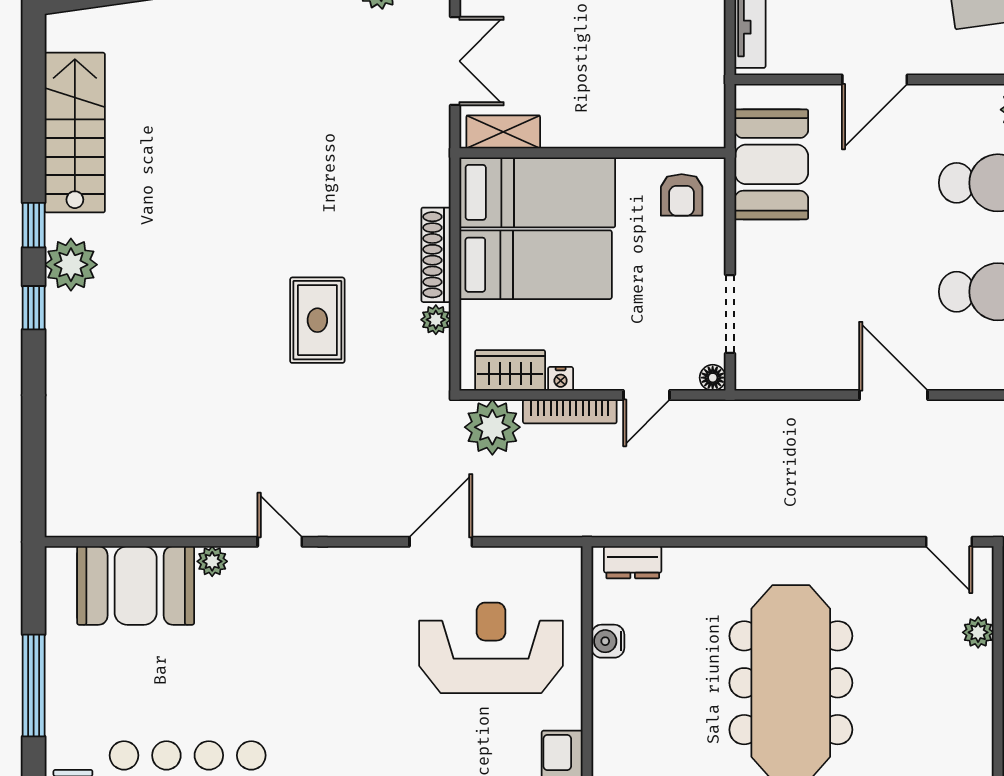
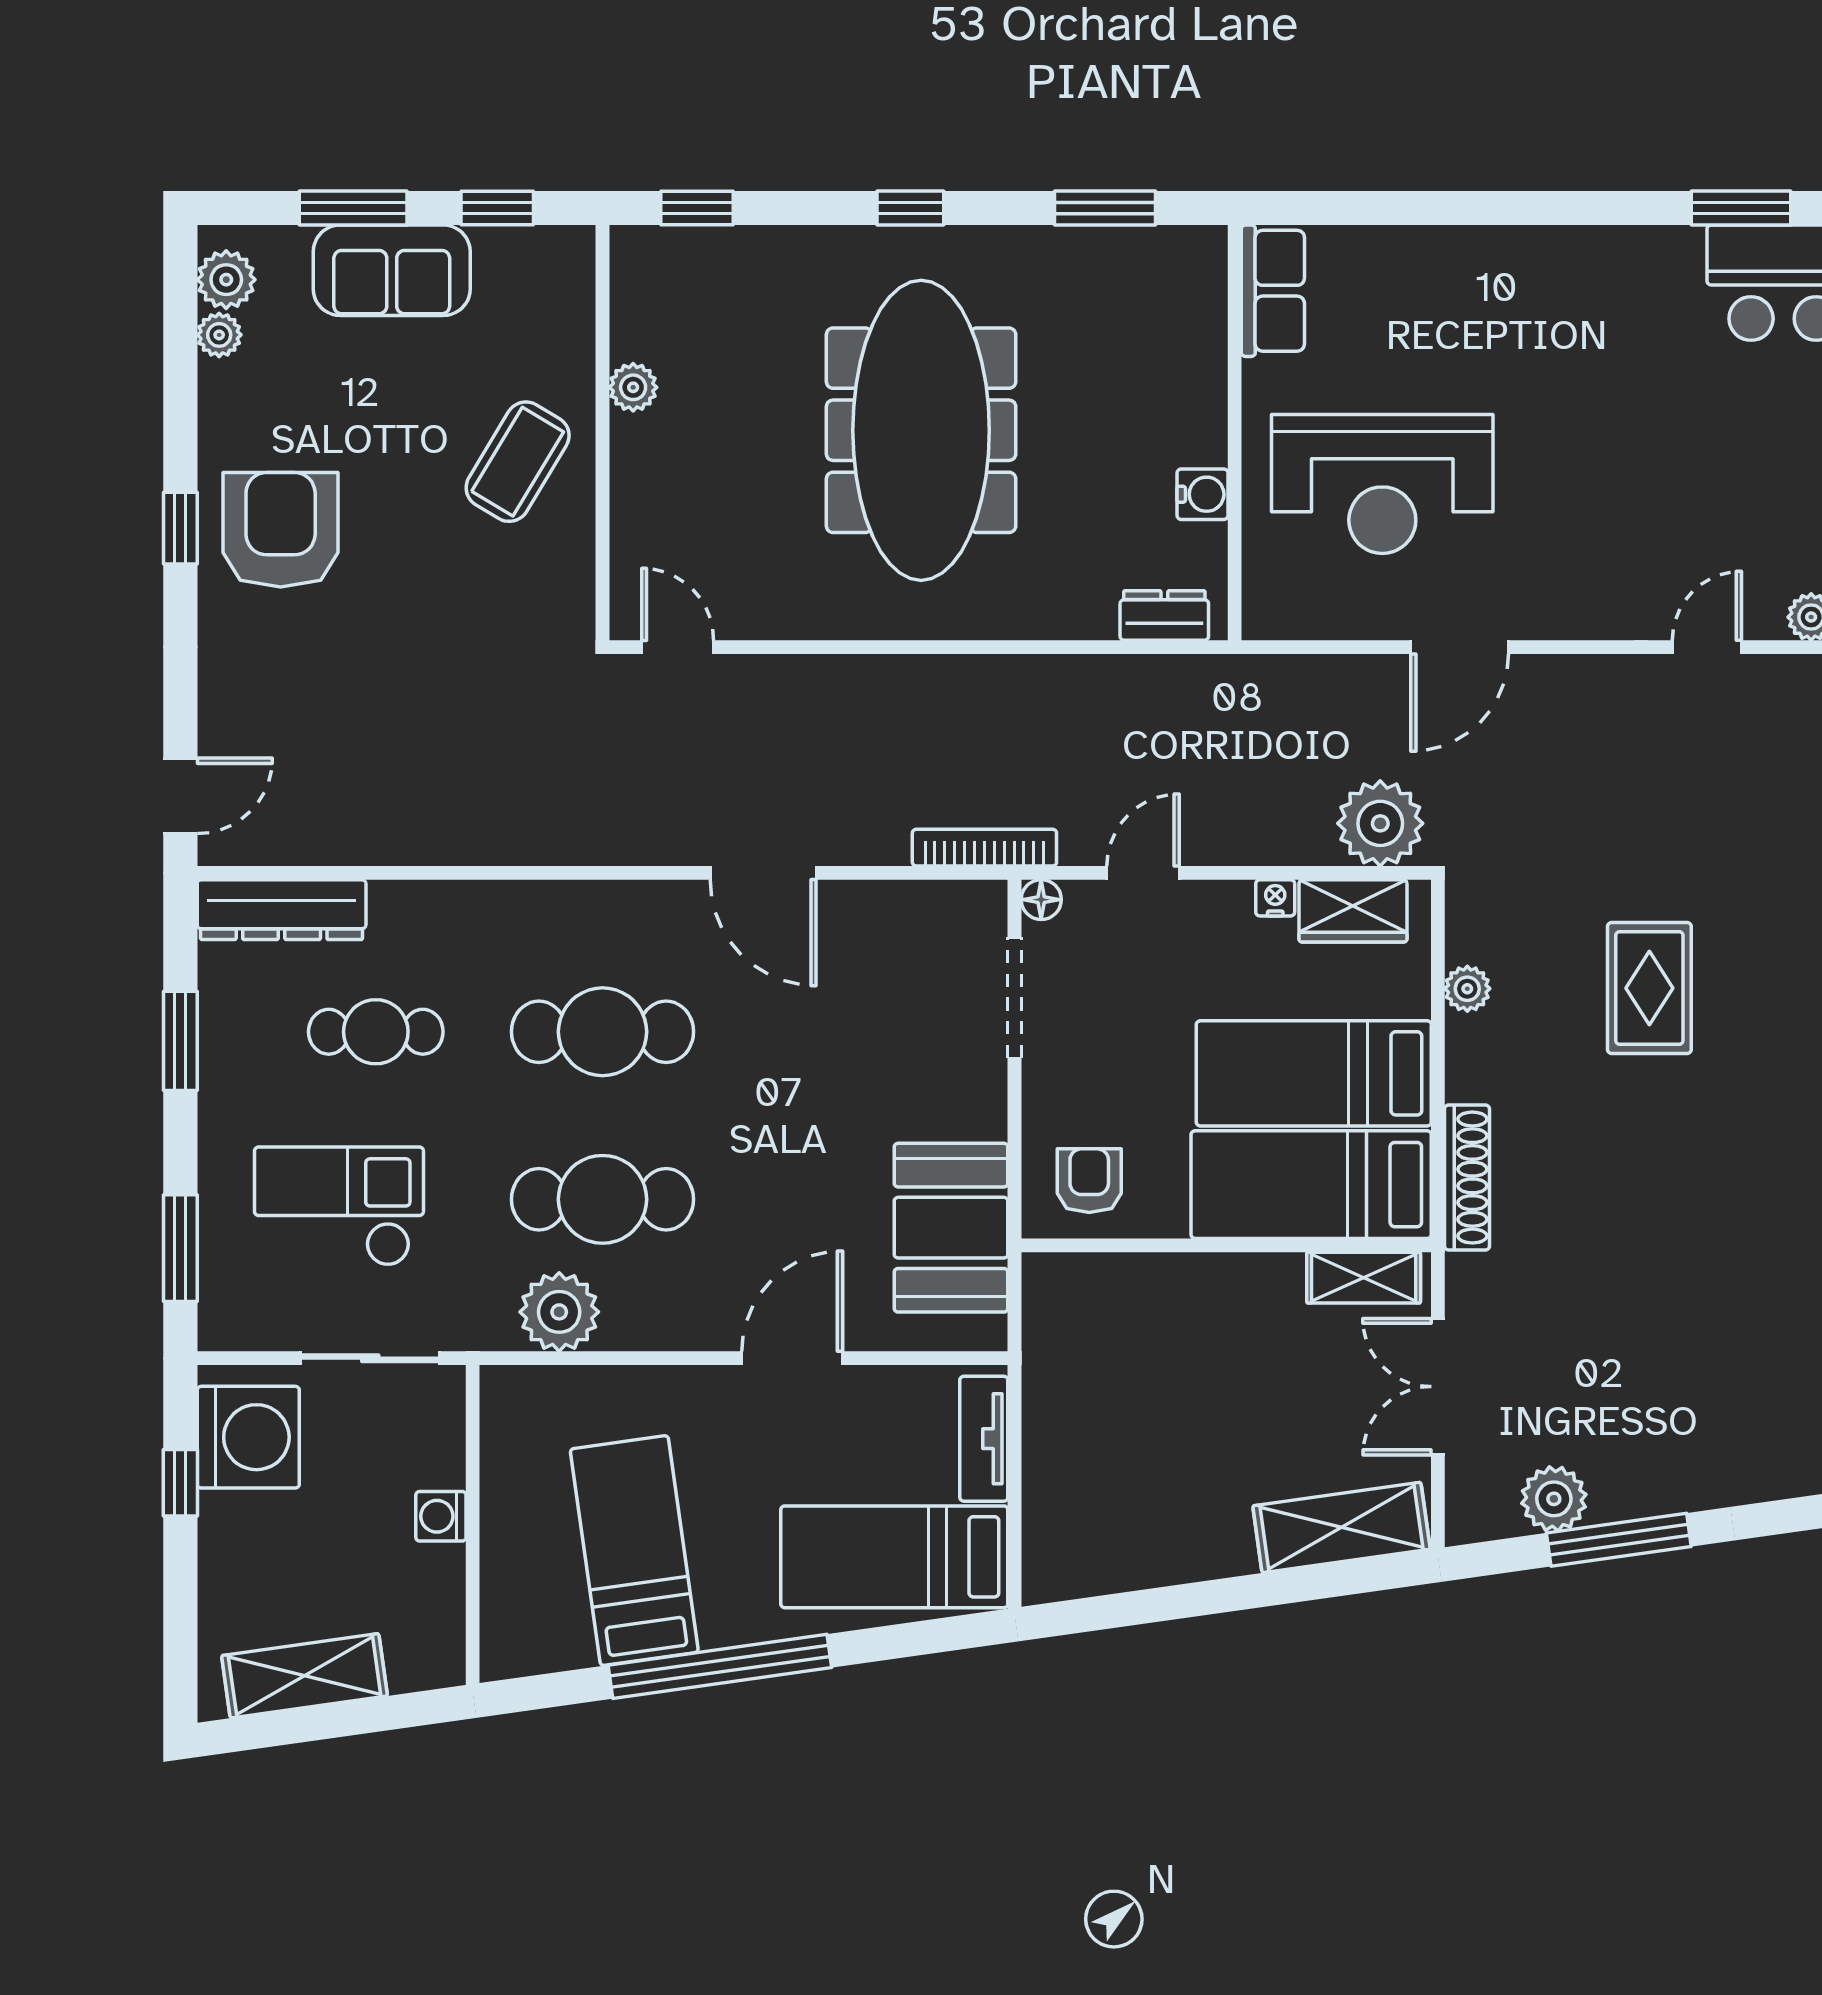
shoe rack: (436, 255) -> (1467, 1178), moved
bookcase: (570, 411) -> (984, 848), moved
door: (280, 542) -> (1707, 647), swing flipped
plant: (978, 632) -> (633, 387), moved

